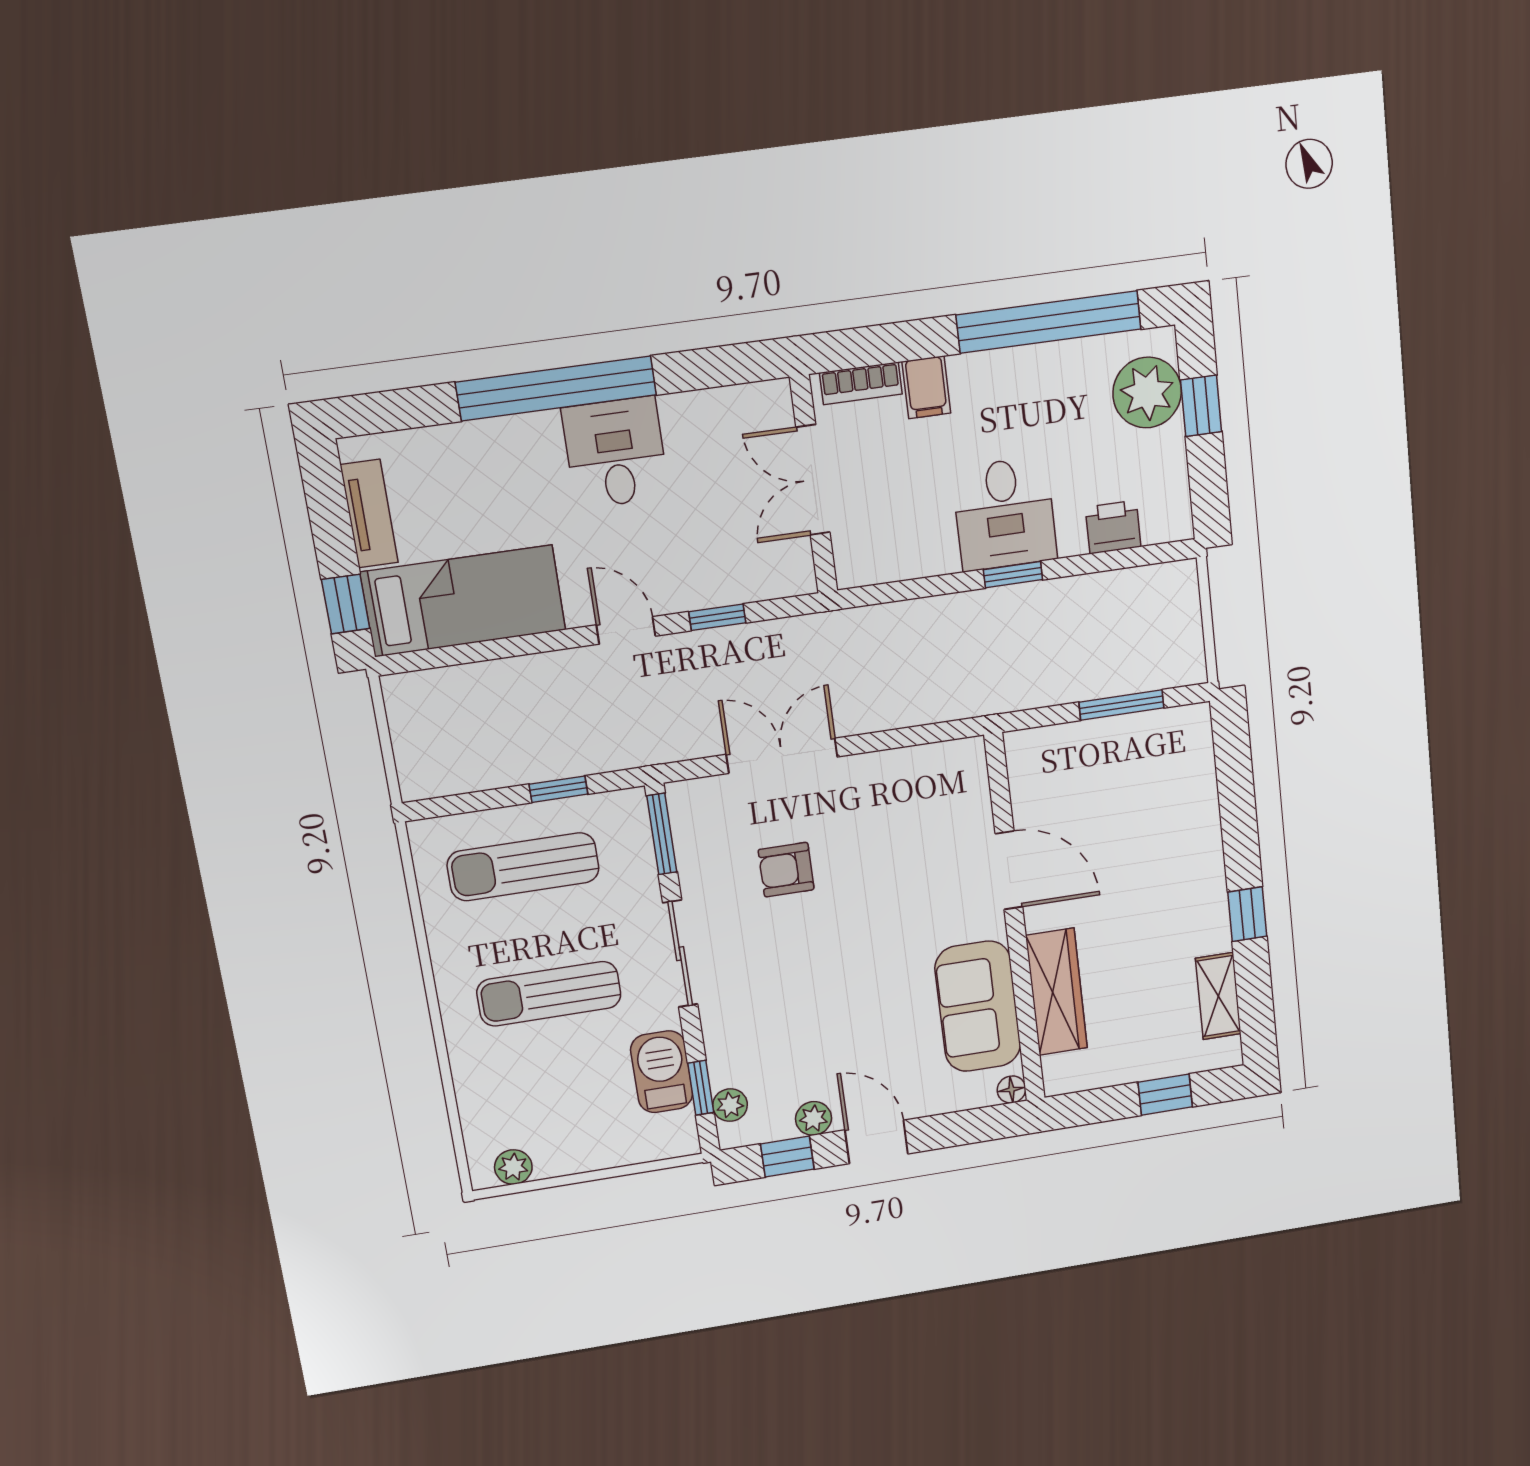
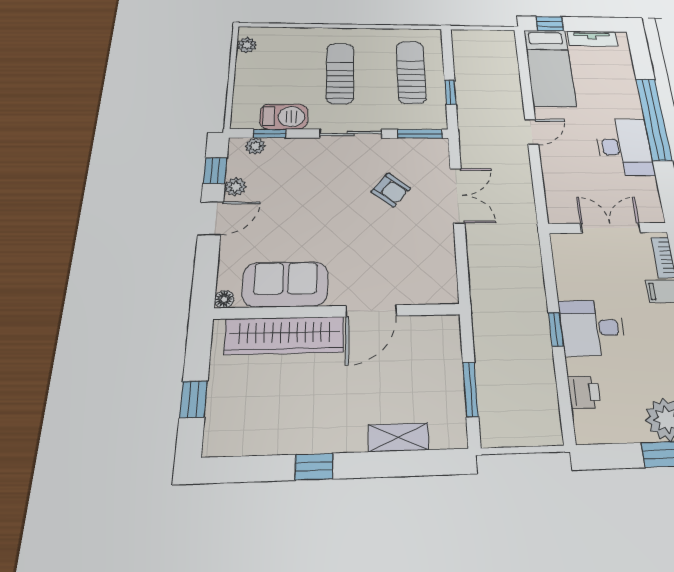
desk: (615, 453) -> (624, 147), width x1.37
window: (717, 617) -> (537, 174), removed
armchair: (786, 870) -> (391, 190), turned 129
wardrobe: (1056, 992) -> (285, 335), width x1.40, depth x1.17
shelving: (1218, 996) -> (399, 437), moved

